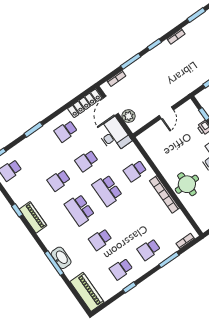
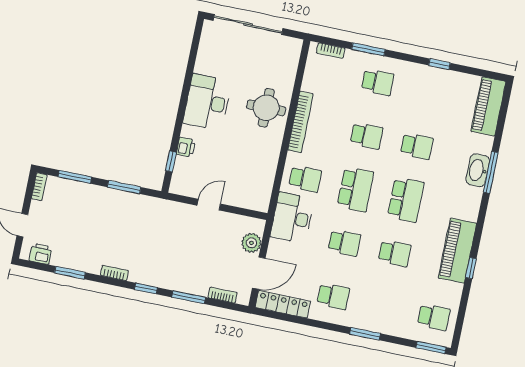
desk: (114, 135) -> (292, 218), moved
piano: (33, 217) -> (457, 251), width x1.37, depth x1.33
school desk: (121, 269) -> (367, 136), moved

